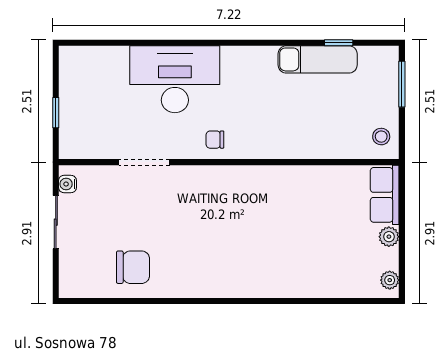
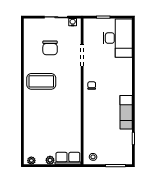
exam couch: (318, 59) -> (126, 112), moved
desk: (175, 79) -> (118, 38), moved
coffee table: (205, 257) -> (41, 81), added
chair: (133, 267) -> (50, 48), moved

